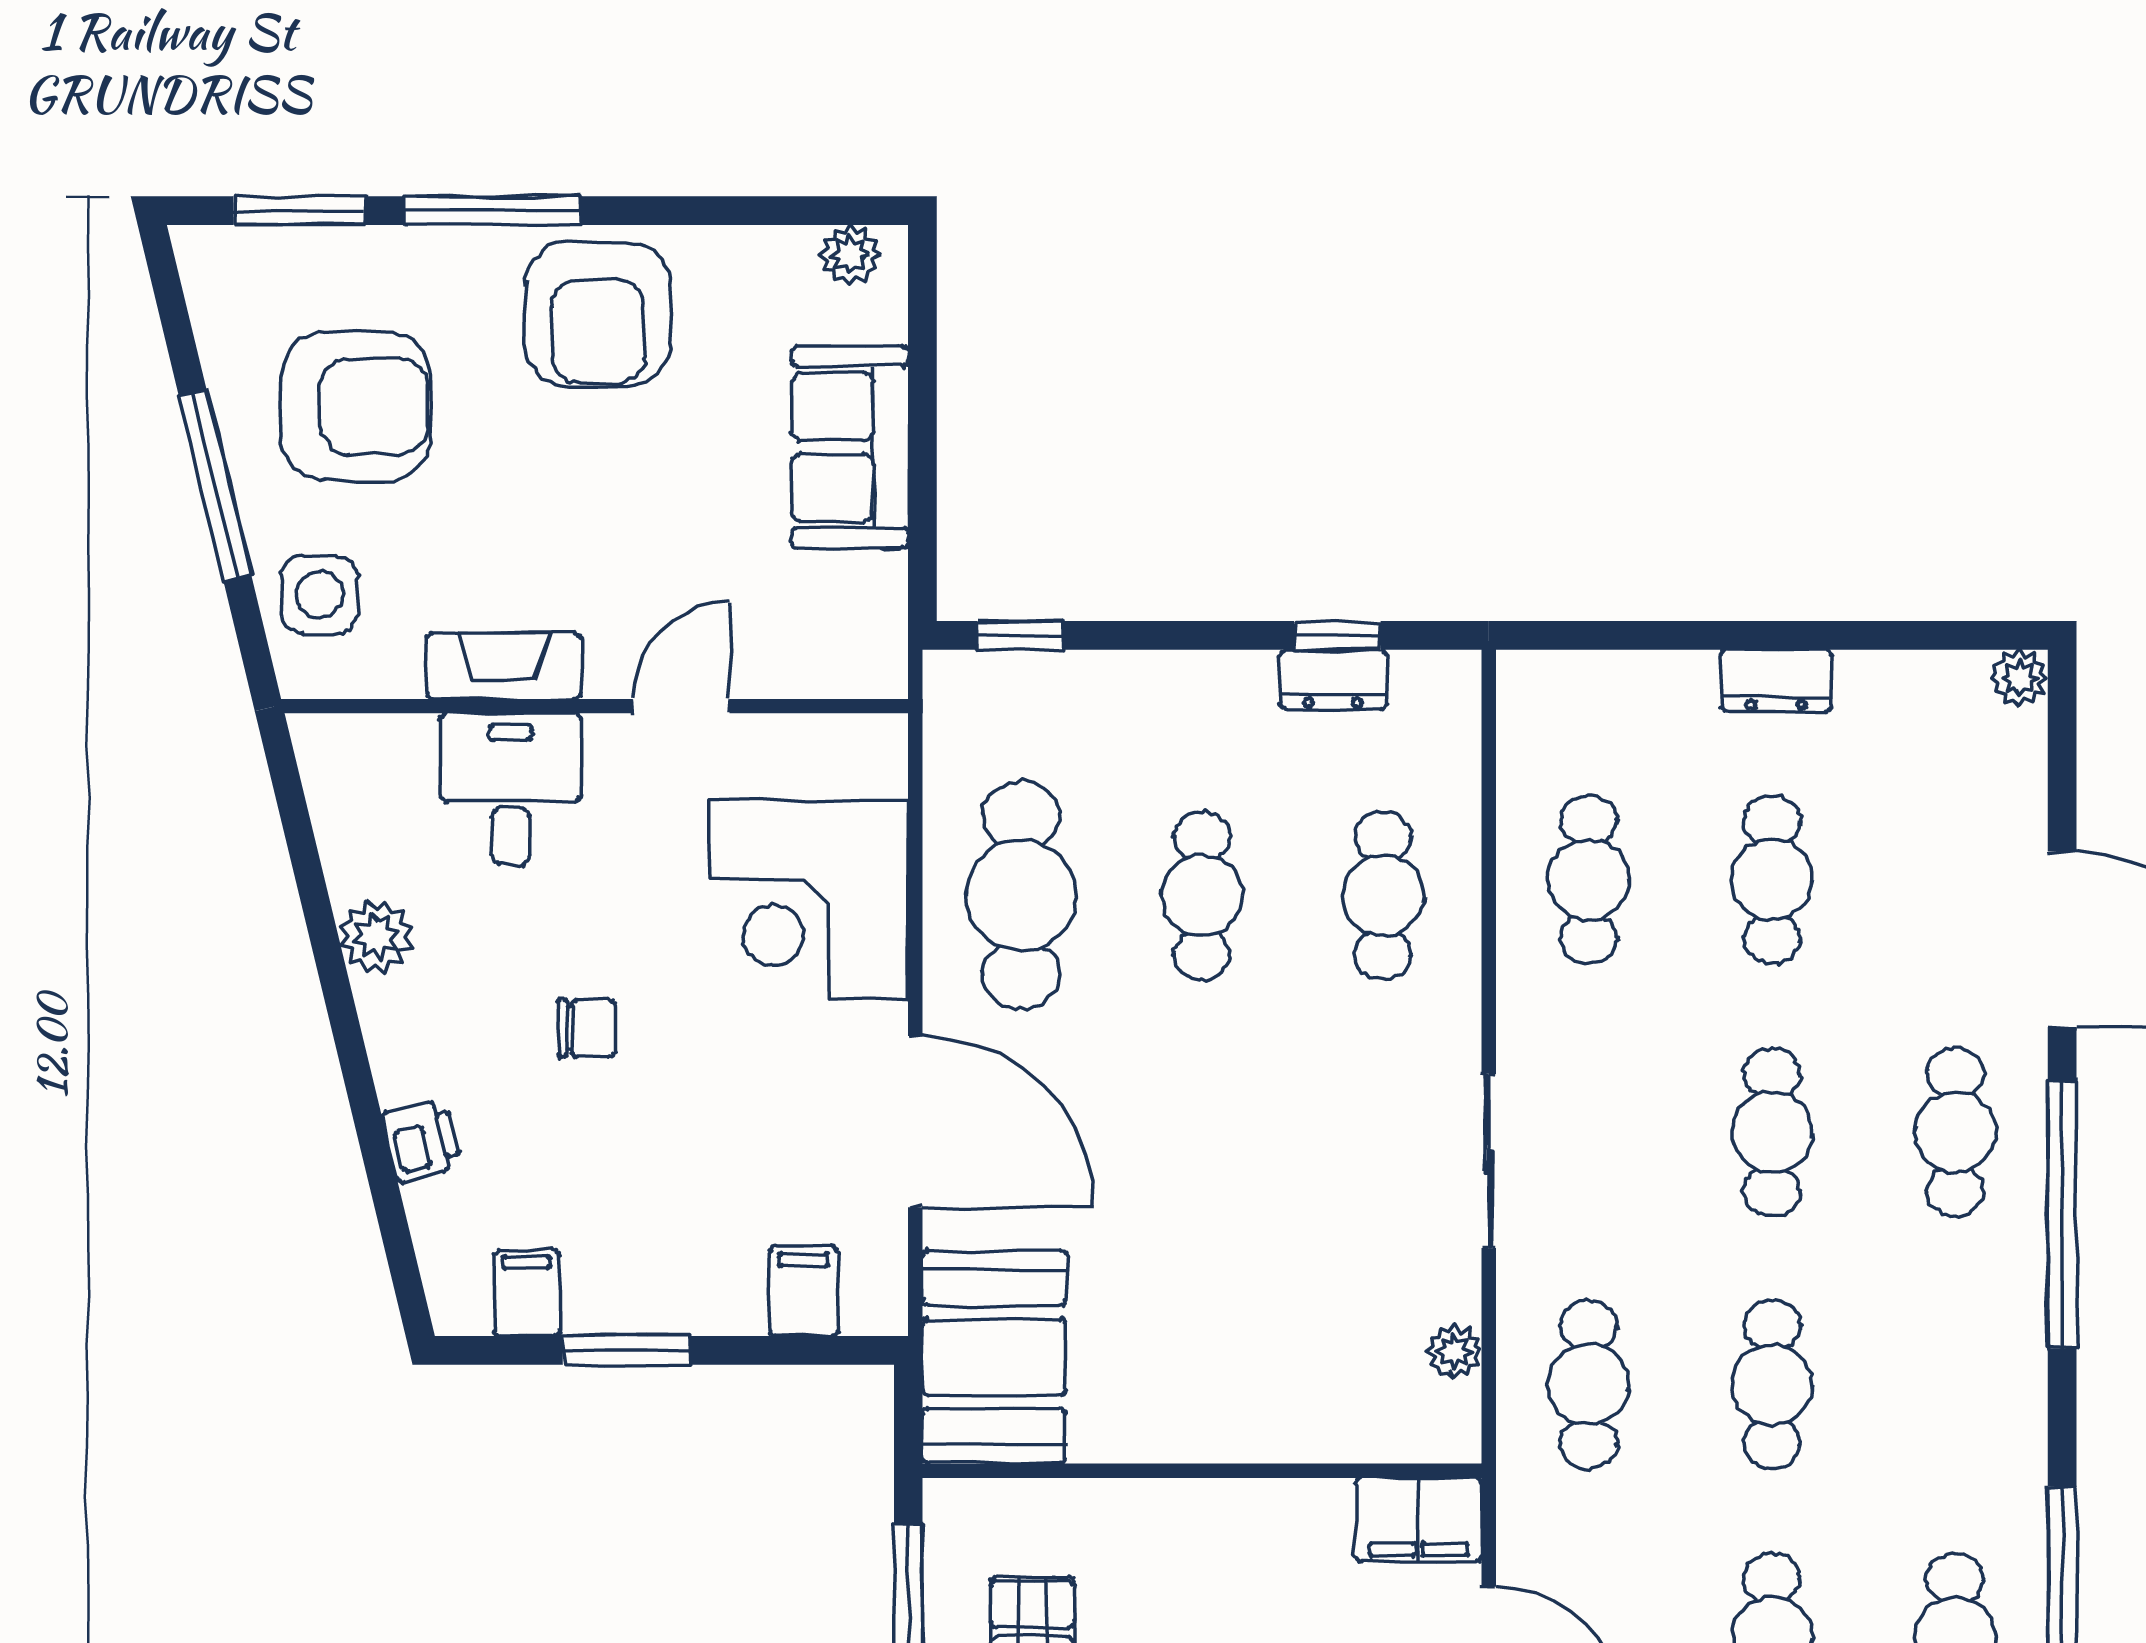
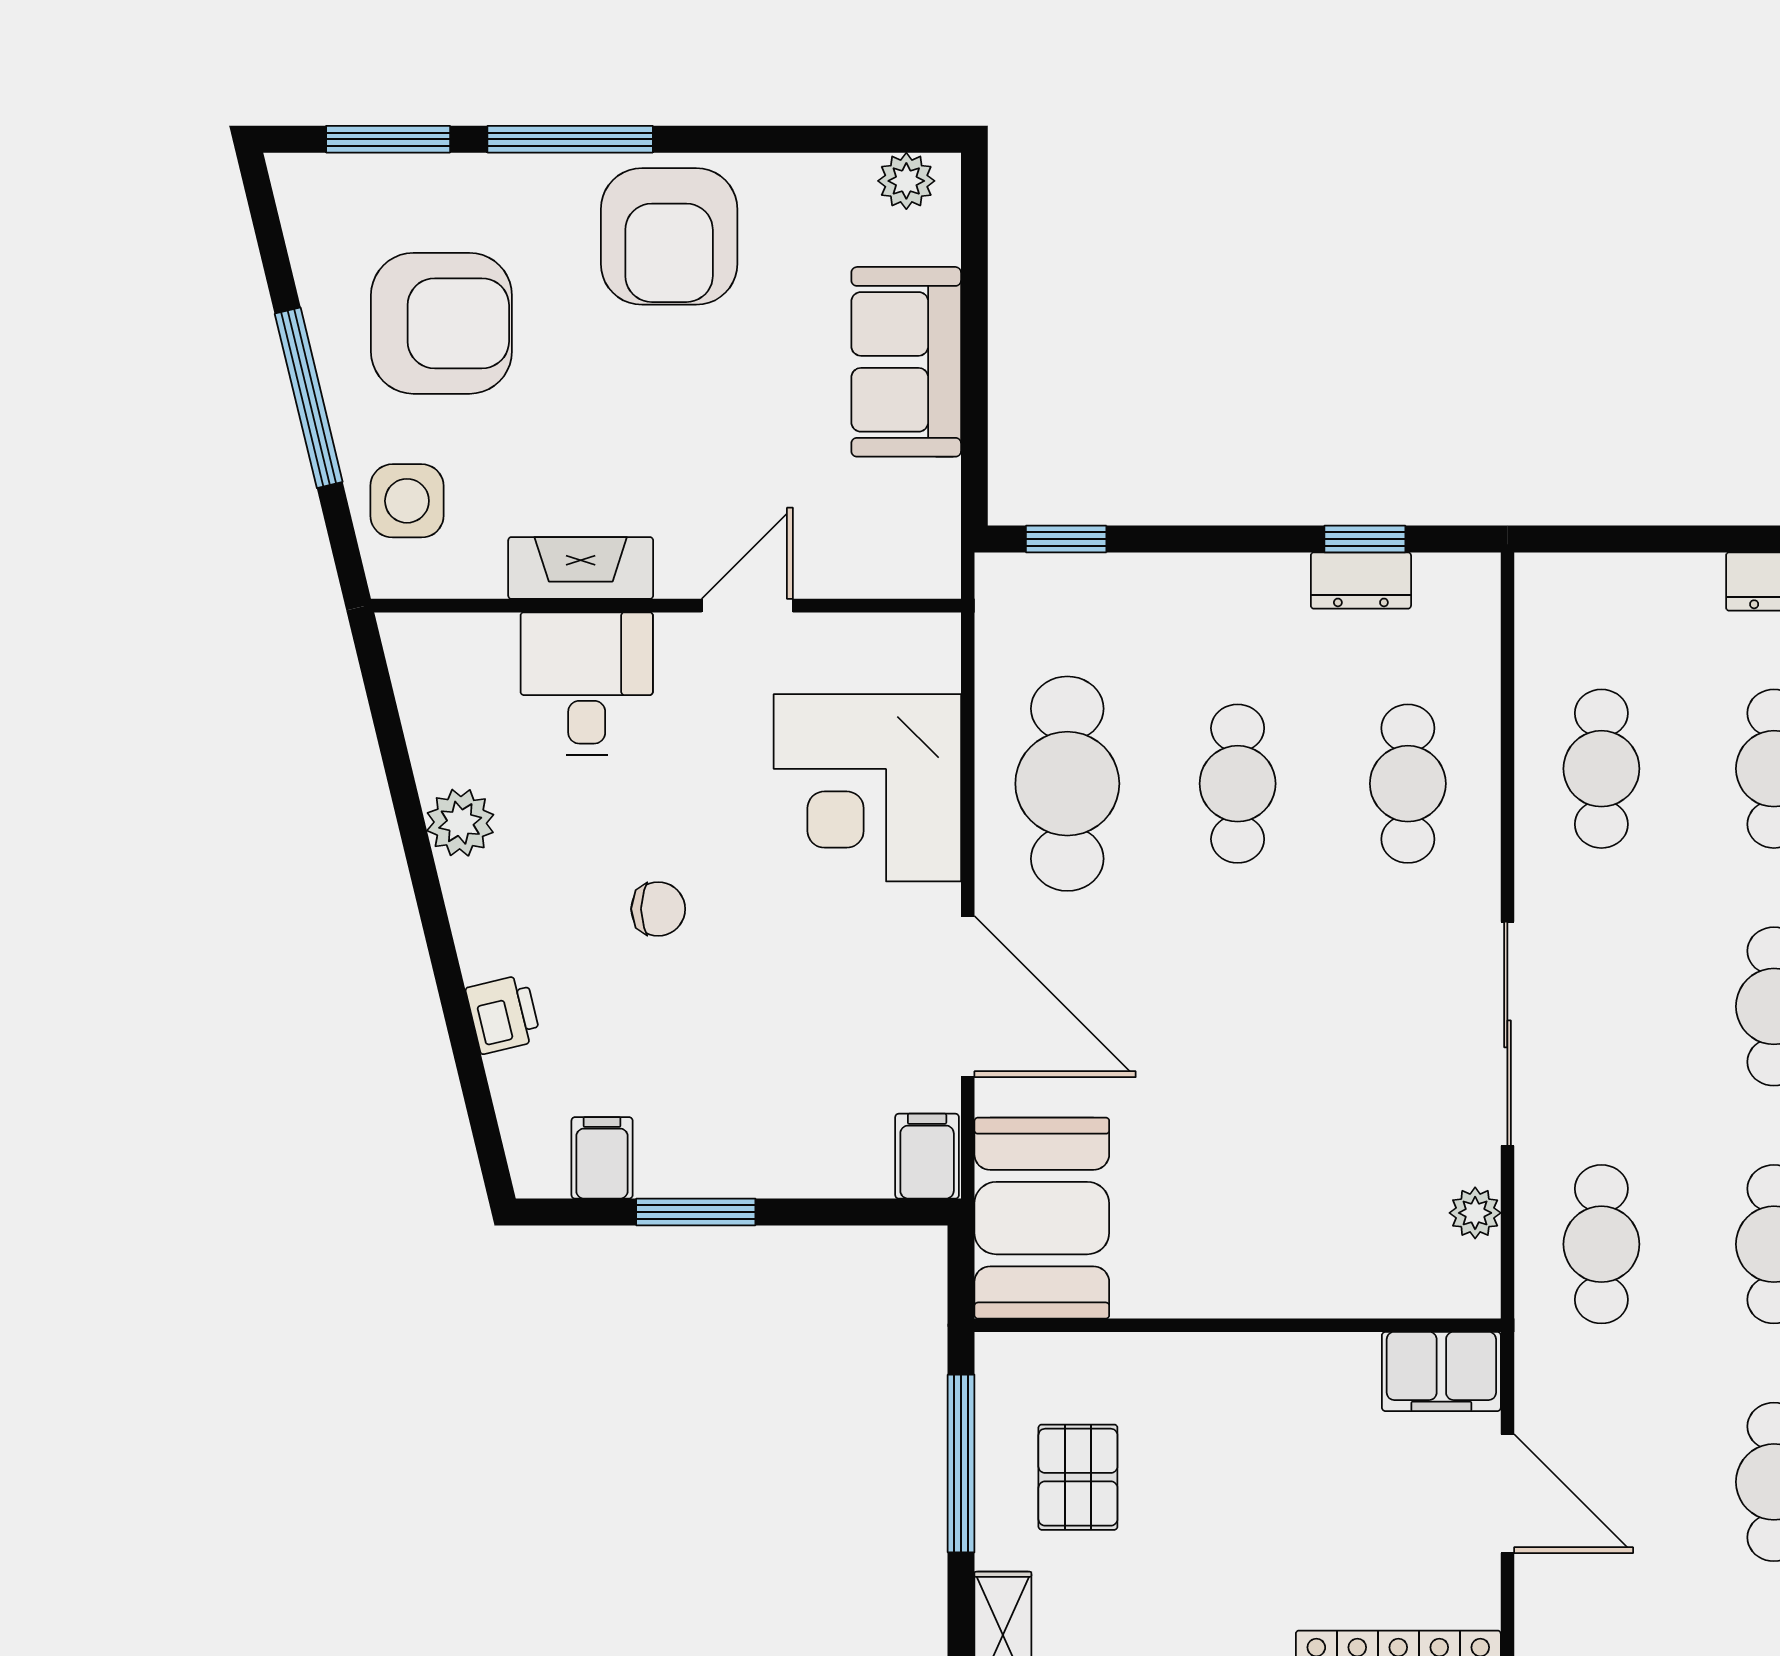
sliding door: (1489, 1161) -> (1507, 1034), width x1.37
filing cabinet: (803, 1291) -> (927, 1156), moved

